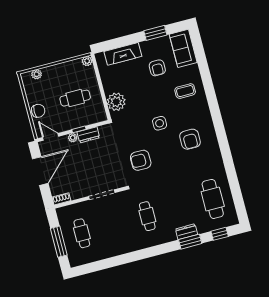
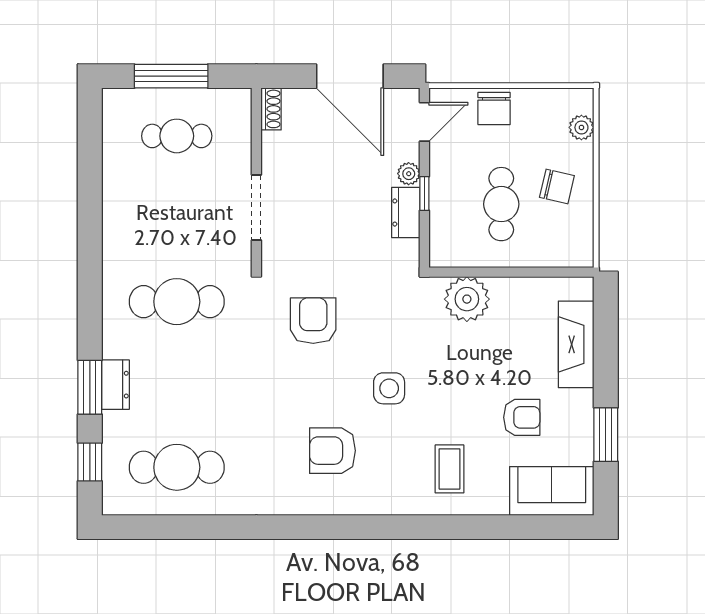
plant: (87, 61) -> (582, 255), removed
armchair: (157, 68) -> (522, 417), turned 180
chair: (62, 78) -> (557, 187), added
cafe table: (147, 216) -> (177, 302), width x1.37, depth x1.35

